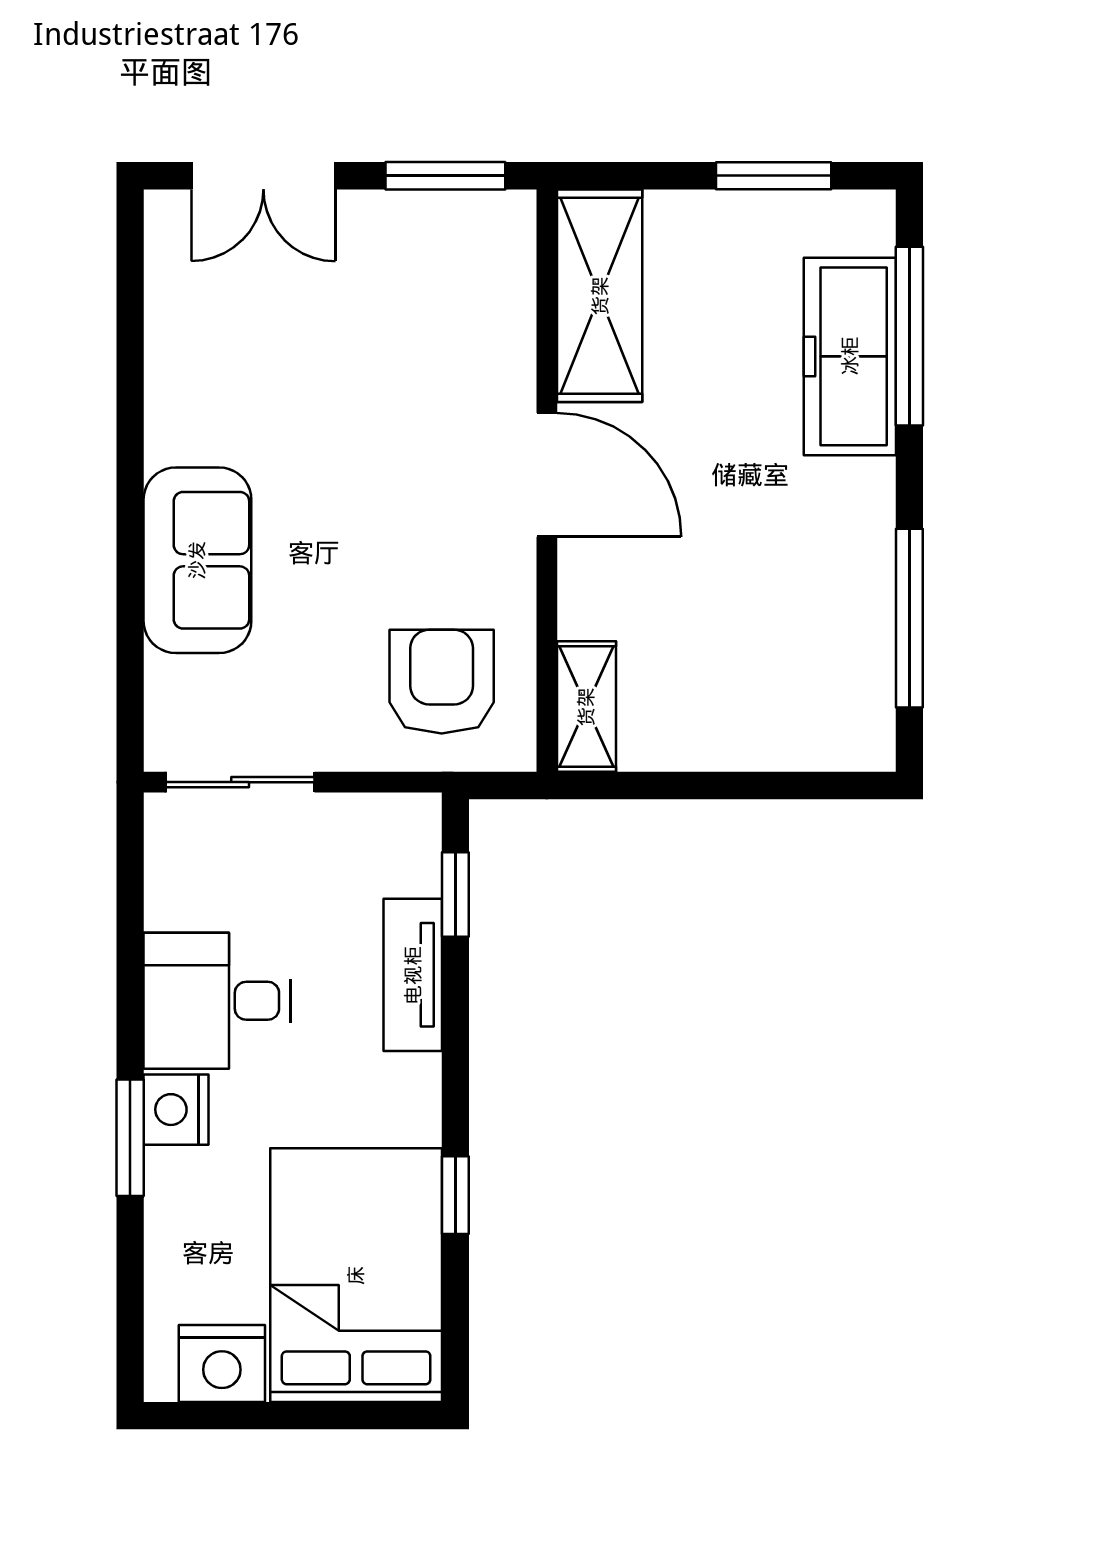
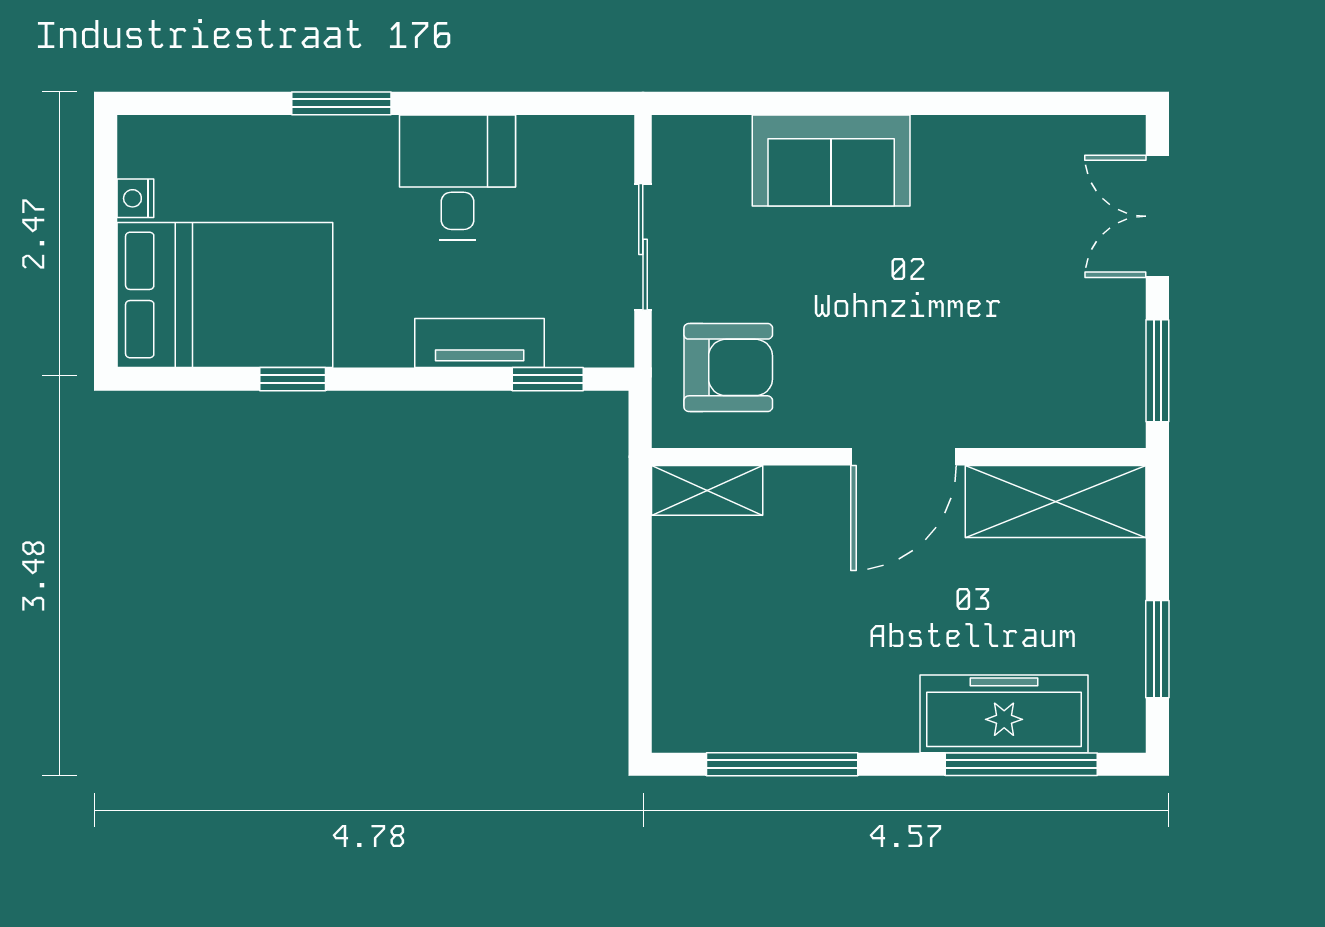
sliding door: (240, 782) -> (643, 247), moved
nightstand: (176, 1110) -> (365, 142), removed
nightstand: (222, 1363) -> (135, 198), width x0.53, depth x0.56

